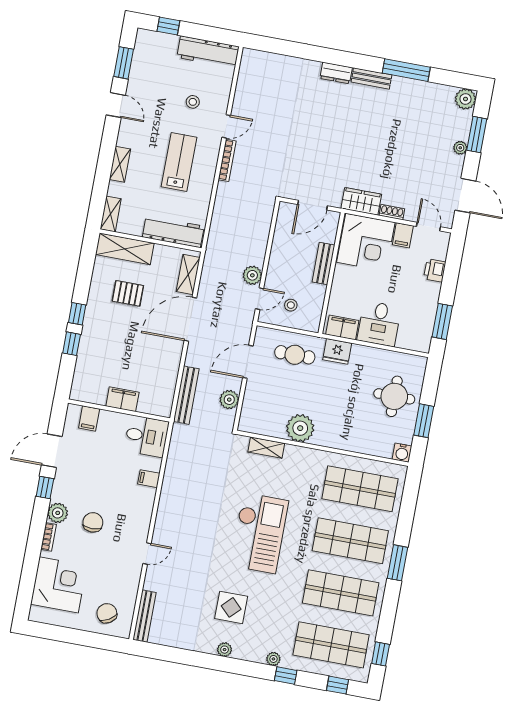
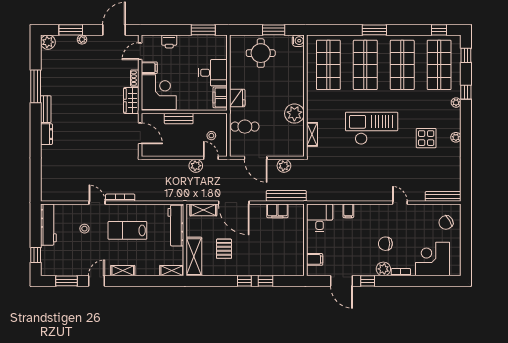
shelving: (120, 164) -> (123, 271), moved
cafe table: (295, 355) -> (245, 127), turned 90
filing cabinet: (122, 399) -> (277, 211), moved, turned -90

